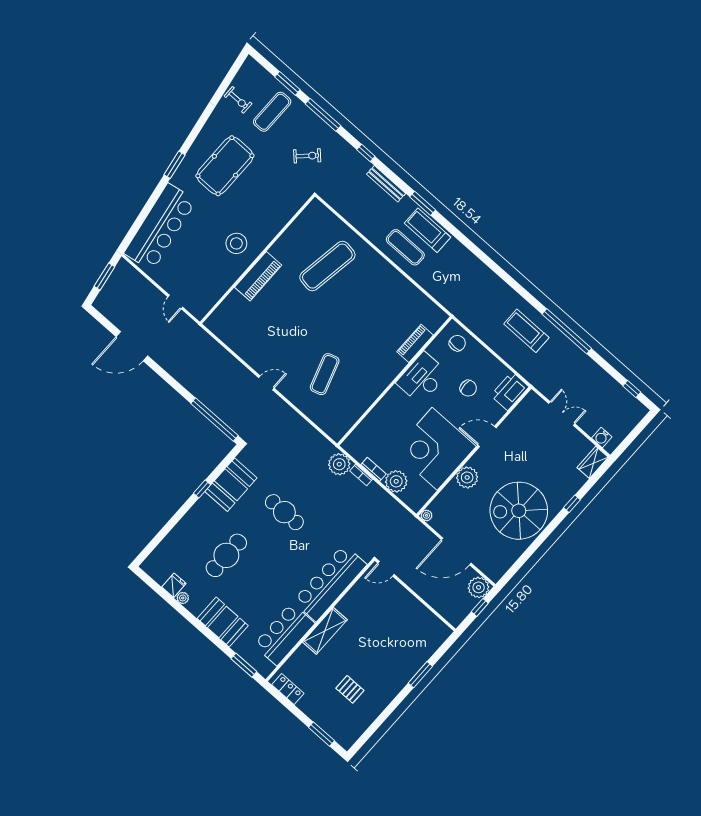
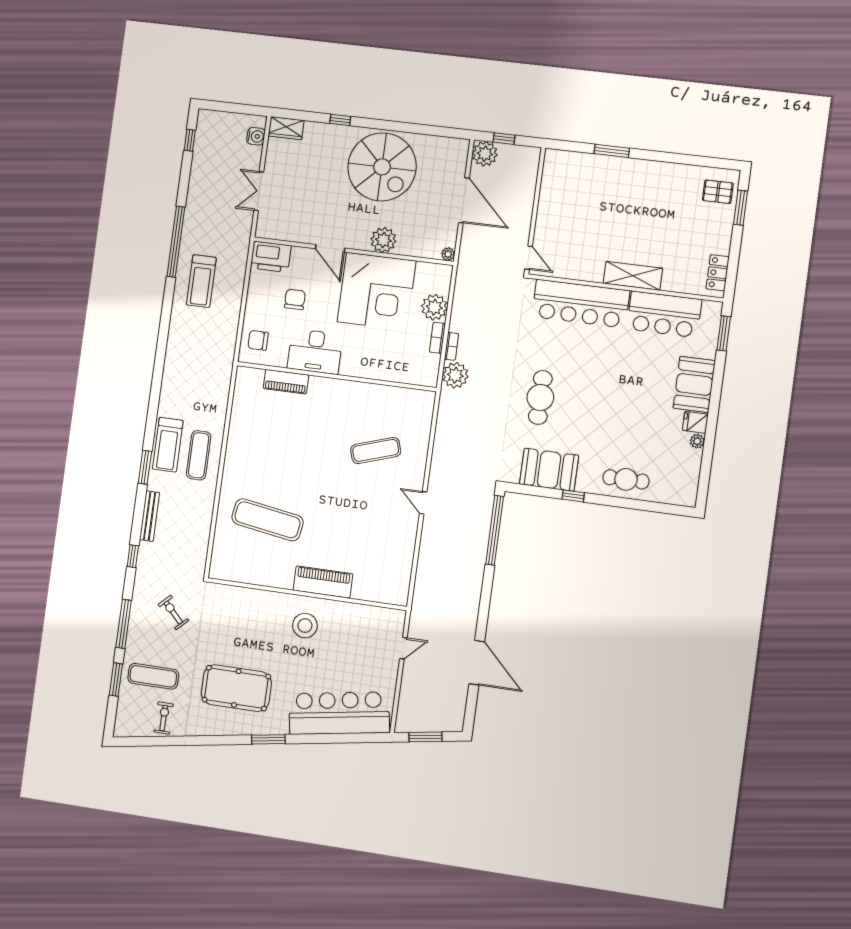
cafe table: (226, 555) -> (626, 479), moved, width x0.73, depth x0.74
fridge: (174, 585) -> (695, 422), moved
pallet: (350, 689) -> (718, 192), moved, turned 90

